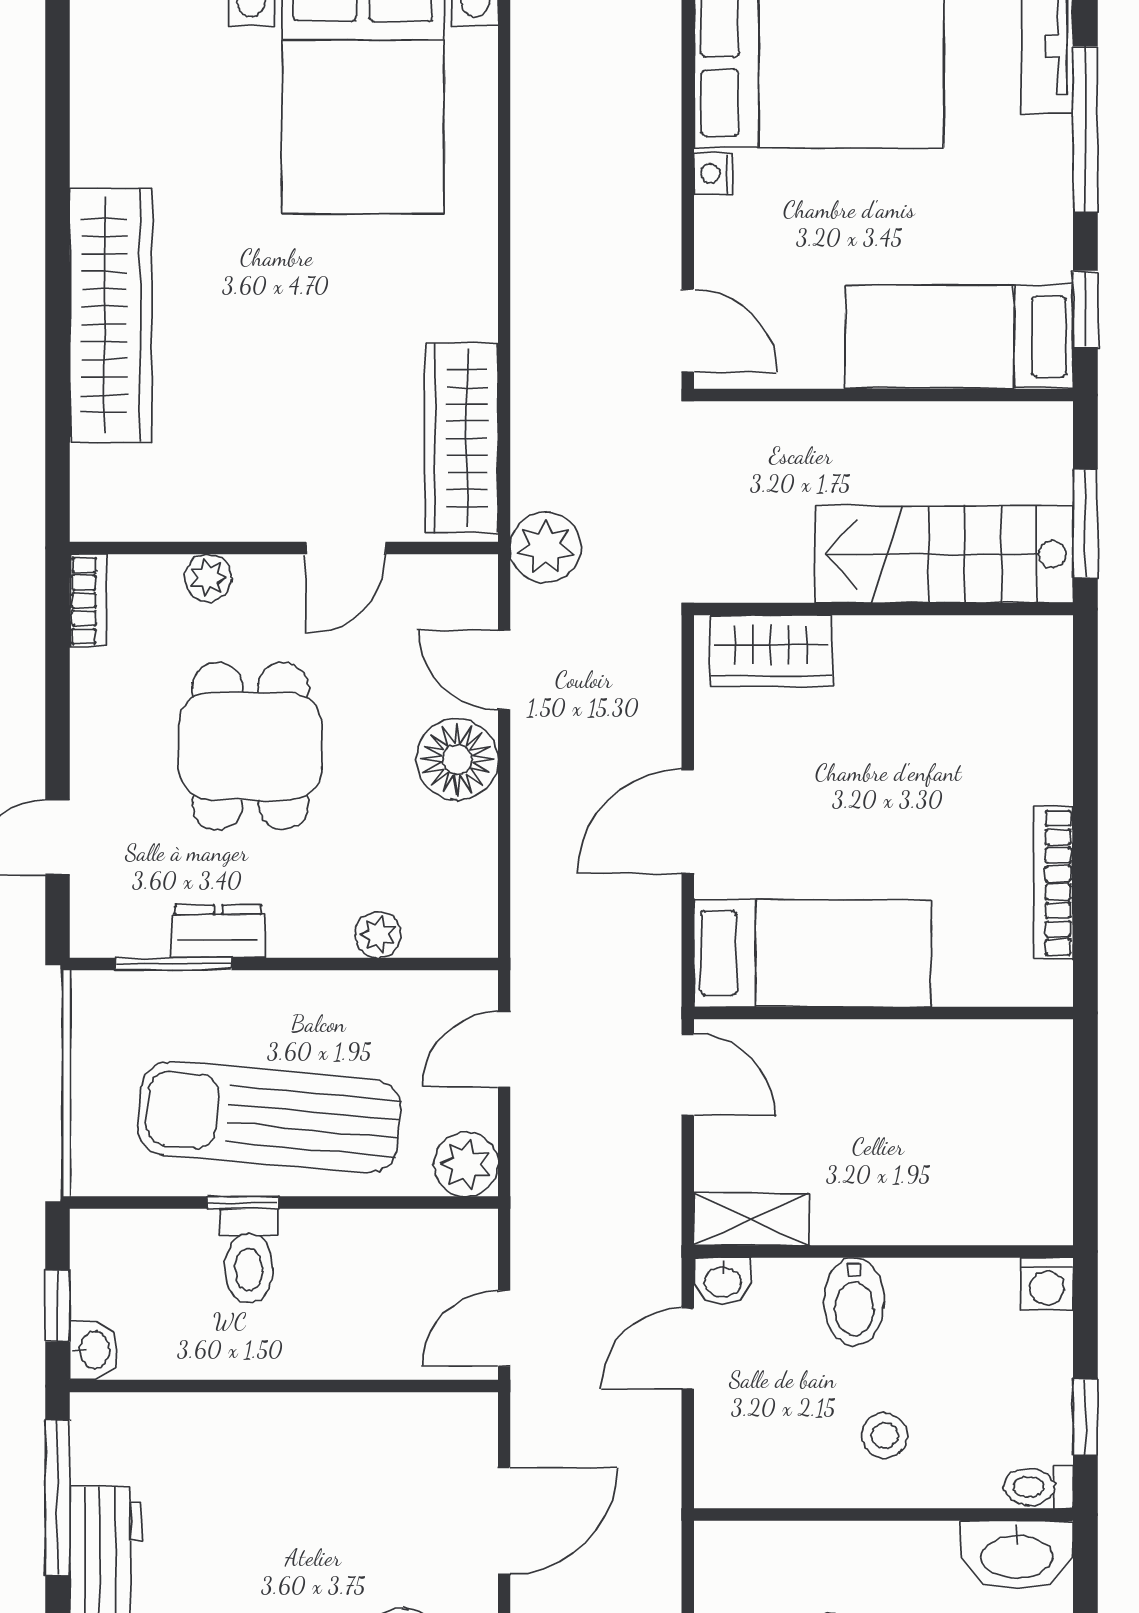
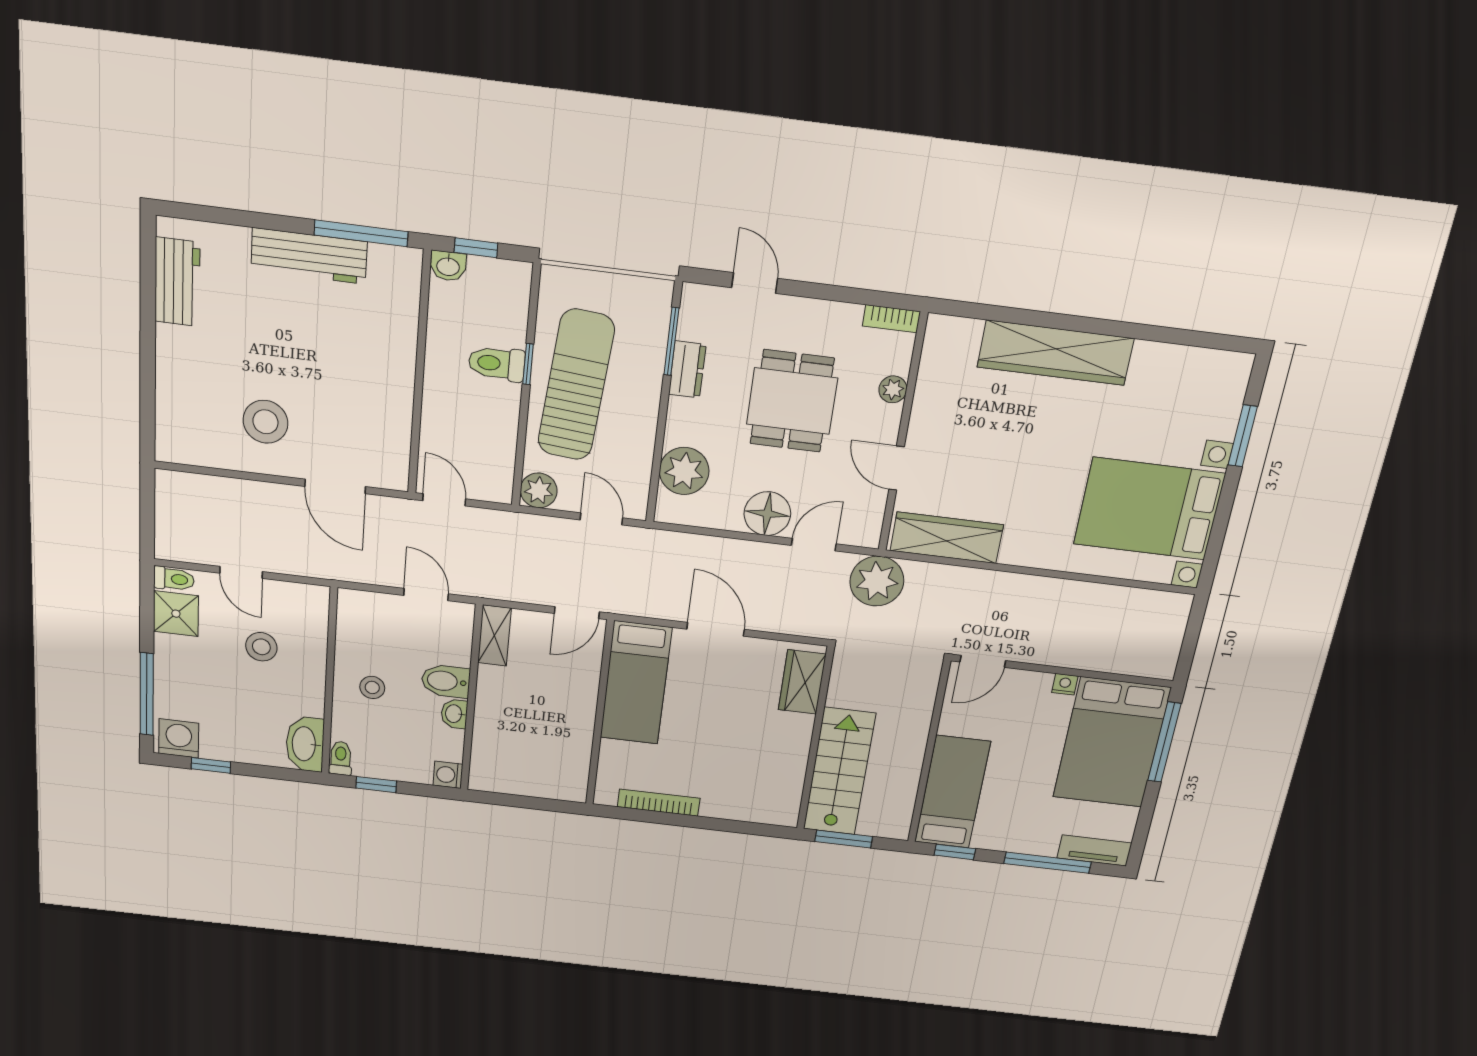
plant: (545, 547) -> (877, 581), width x1.36, depth x1.36
dining table: (250, 746) -> (792, 401), turned 90
plant: (378, 935) -> (684, 471), width x1.88, depth x1.88
washbasin: (723, 1281) -> (454, 714), moved

